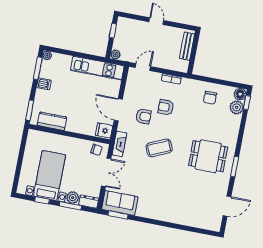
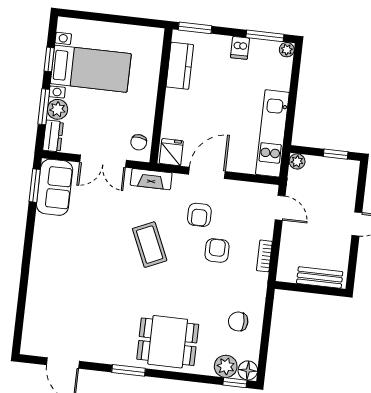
dining table: (208, 156) -> (168, 342), moved, turned 90

